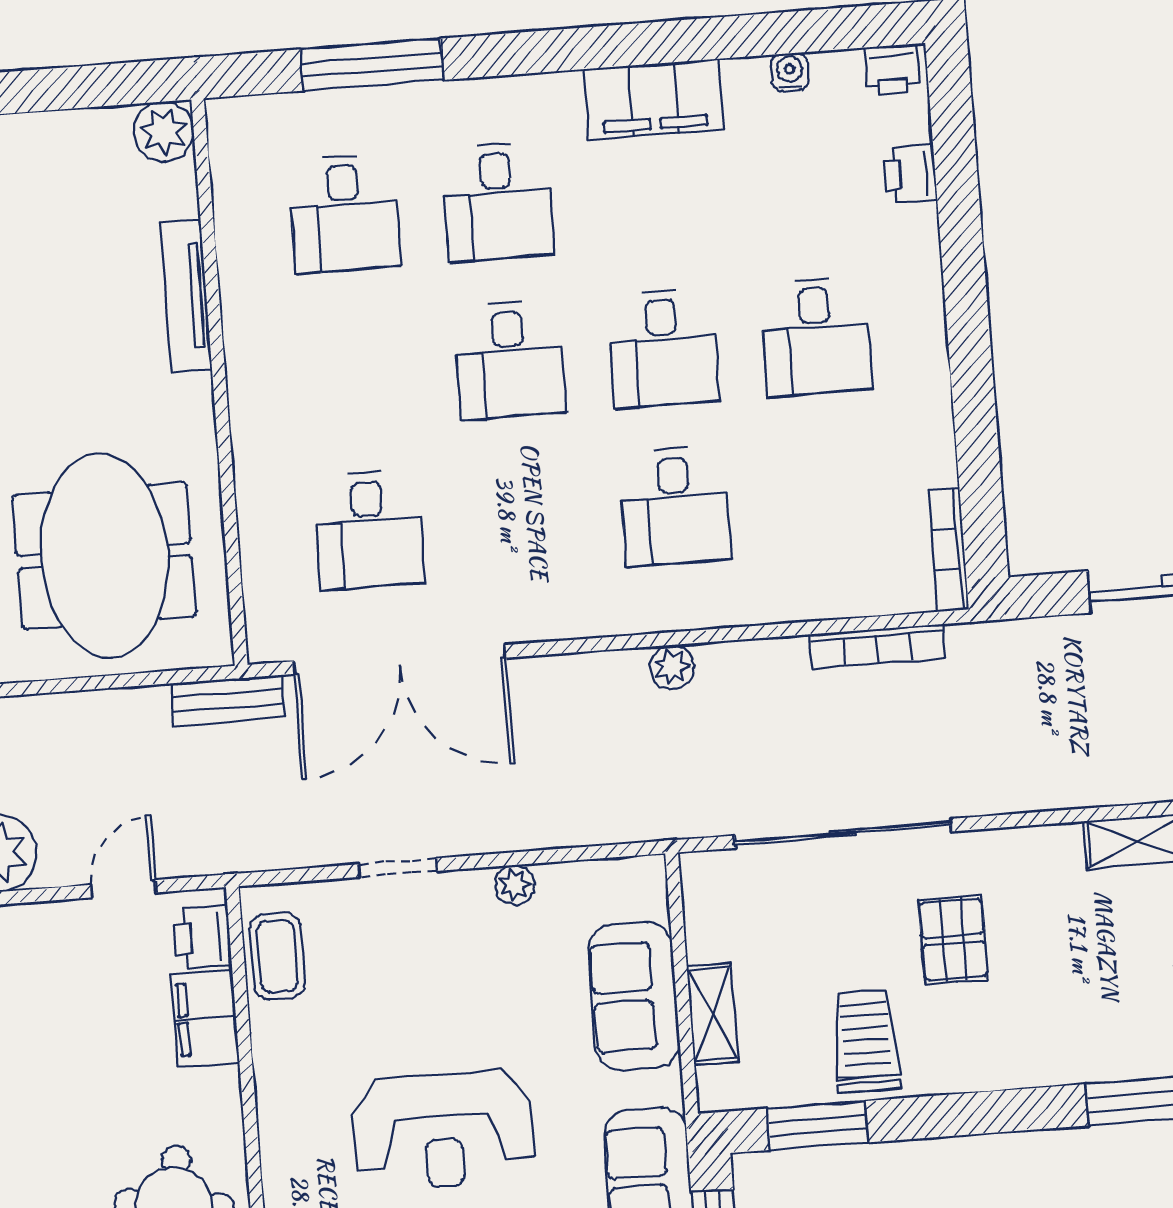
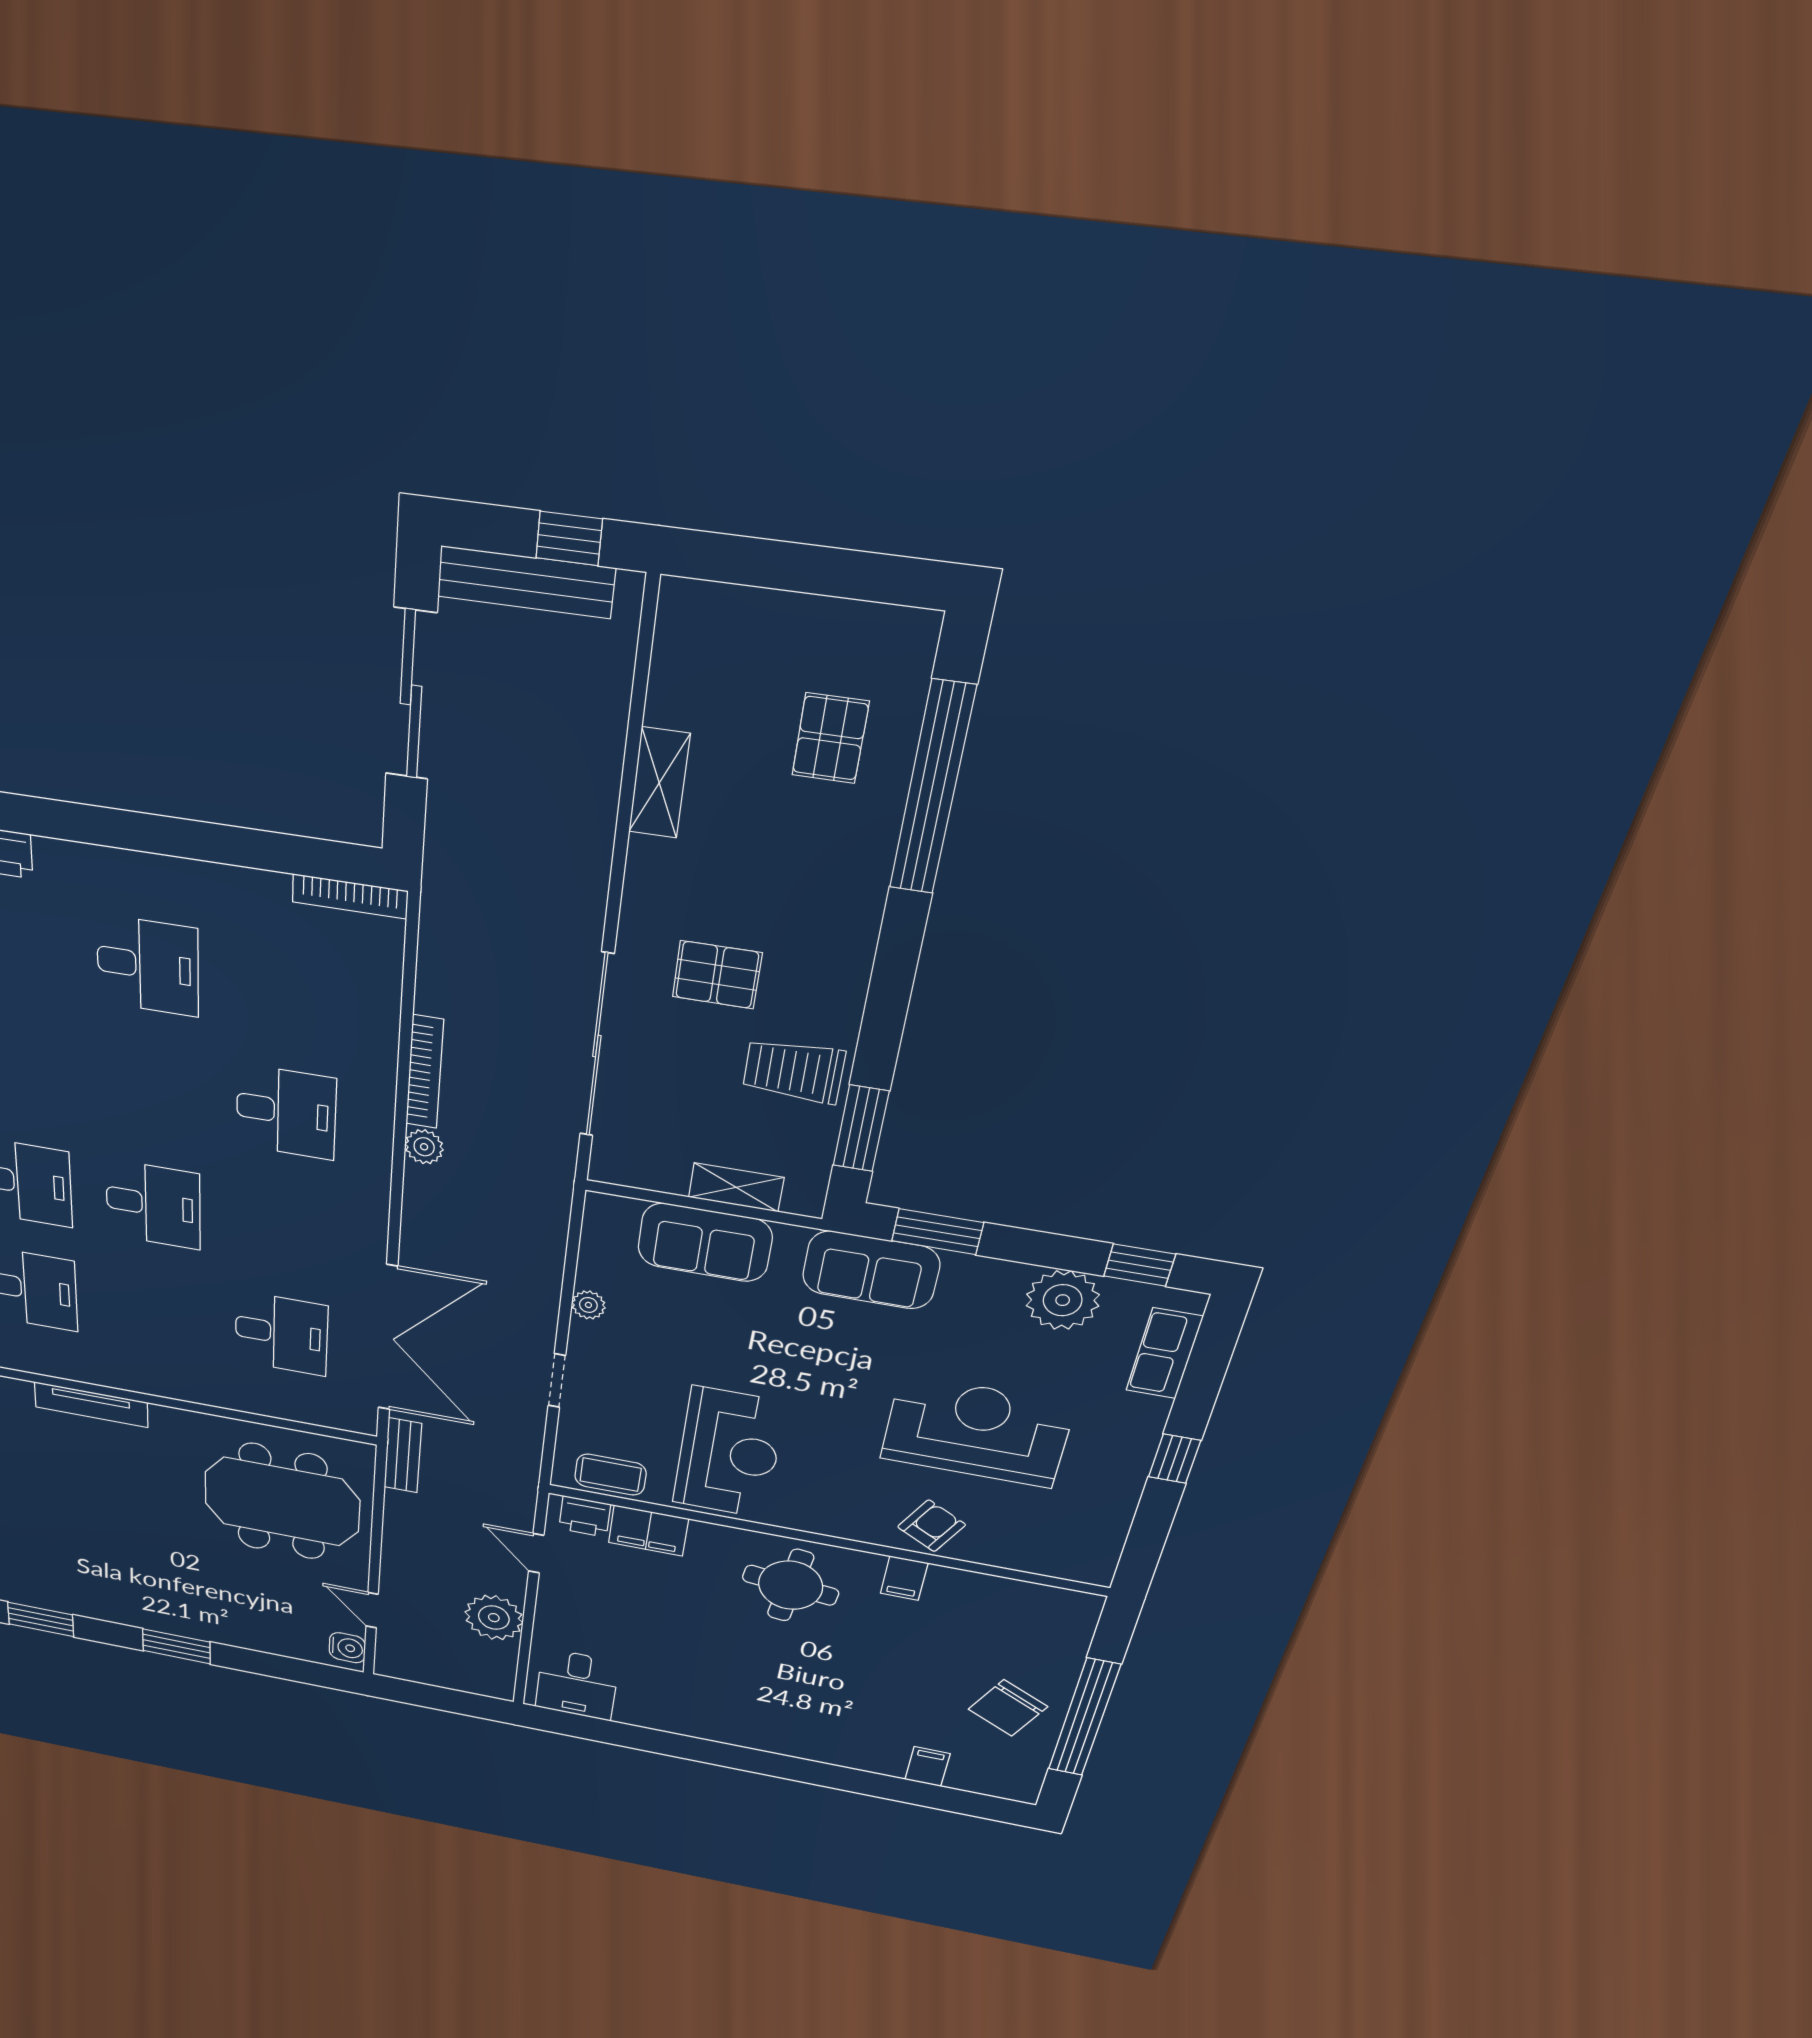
desk: (663, 348) -> (151, 1090), removed
bookcase: (877, 646) -> (425, 1072), moved
reception desk: (443, 1130) -> (729, 1453), moved

